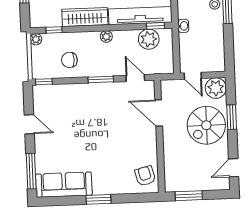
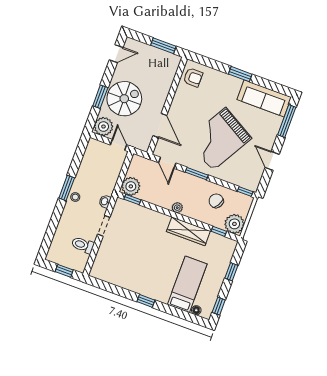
tv unit: (140, 16) -> (142, 213), removed
washbasin: (183, 26) -> (105, 201), moved
plant: (36, 39) -> (234, 224), width x1.88, depth x1.88
plant: (149, 39) -> (131, 186), moved
chair: (69, 60) -> (216, 201), turned -150
grand piano: (93, 124) -> (219, 139), added
armchair: (145, 176) -> (193, 77), turned -75

